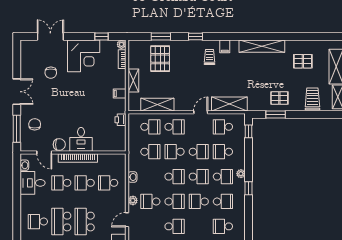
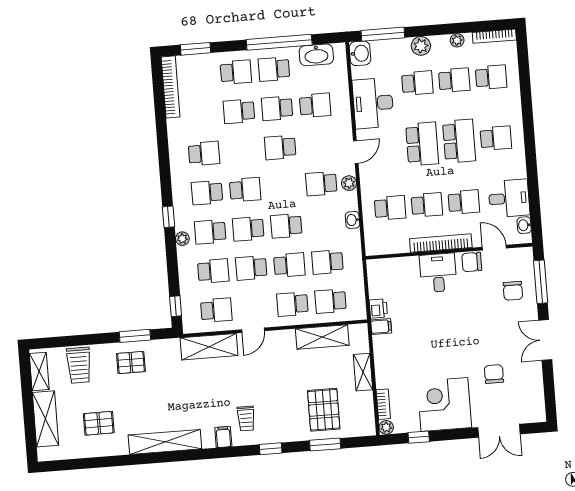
filing cabinet: (120, 94) -> (381, 326), moved
school desk: (150, 201) -> (321, 184), turned 180
school desk: (175, 201) -> (283, 187), removed

